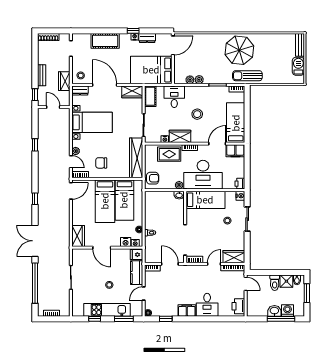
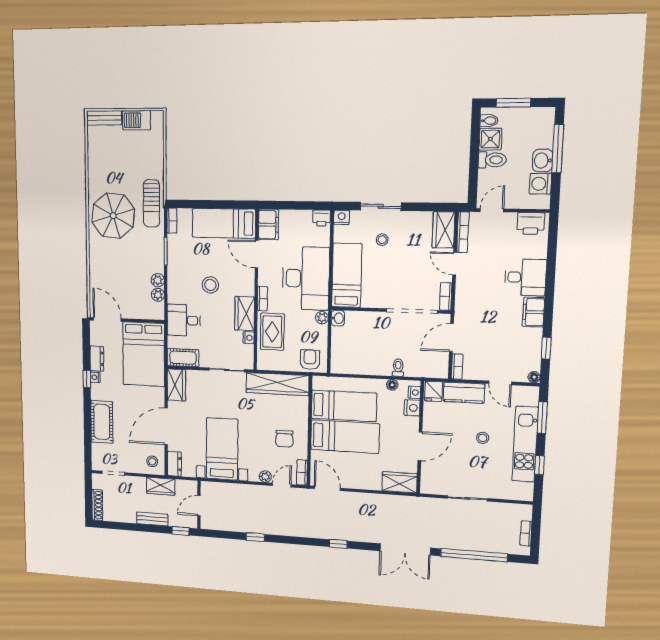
washing machine: (287, 310) -> (540, 184), moved

